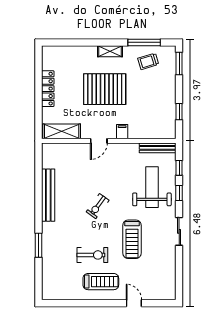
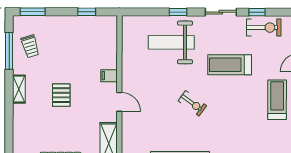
pallet: (105, 89) -> (61, 95), width x0.49, depth x0.50
bench: (158, 148) -> (127, 36), removed
window: (179, 168) -> (257, 12), moved
treadmill: (132, 239) -> (230, 65), turned 180
exercise bike: (92, 255) -> (264, 28), moved, turned 90

